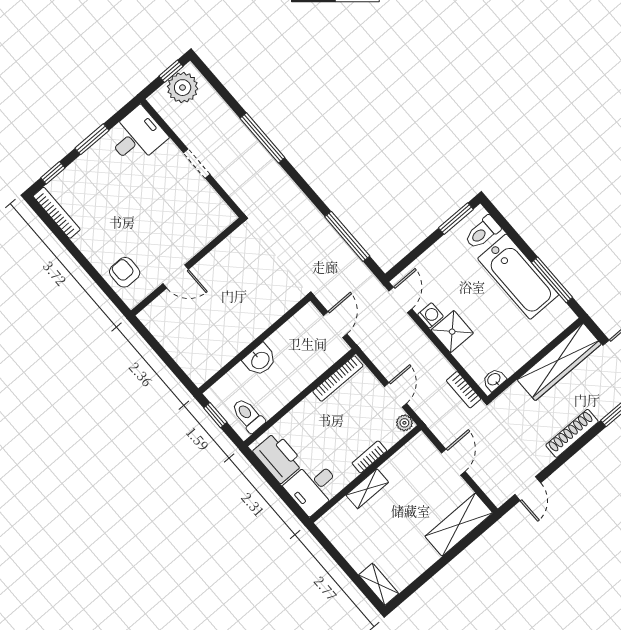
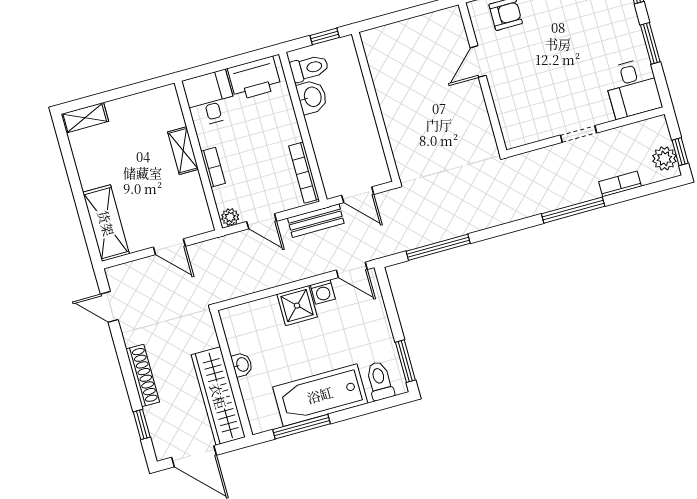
plant: (183, 88) -> (664, 158), width x0.73, depth x0.73
bench: (373, 350) -> (316, 221), added
washbasin: (260, 360) -> (312, 97), moved, turned 180
washbasin: (494, 380) -> (242, 365), moved
bookcase: (464, 390) -> (620, 184), moved

